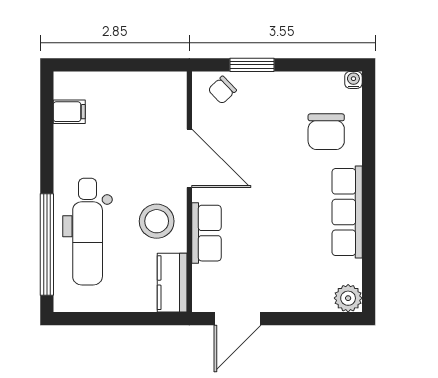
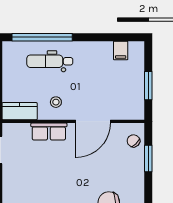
window: (129, 65) -> (148, 86), added
stool: (157, 221) -> (56, 102), width x0.53, depth x0.53
dental chair: (88, 232) -> (50, 61), width x0.73, depth x0.72

